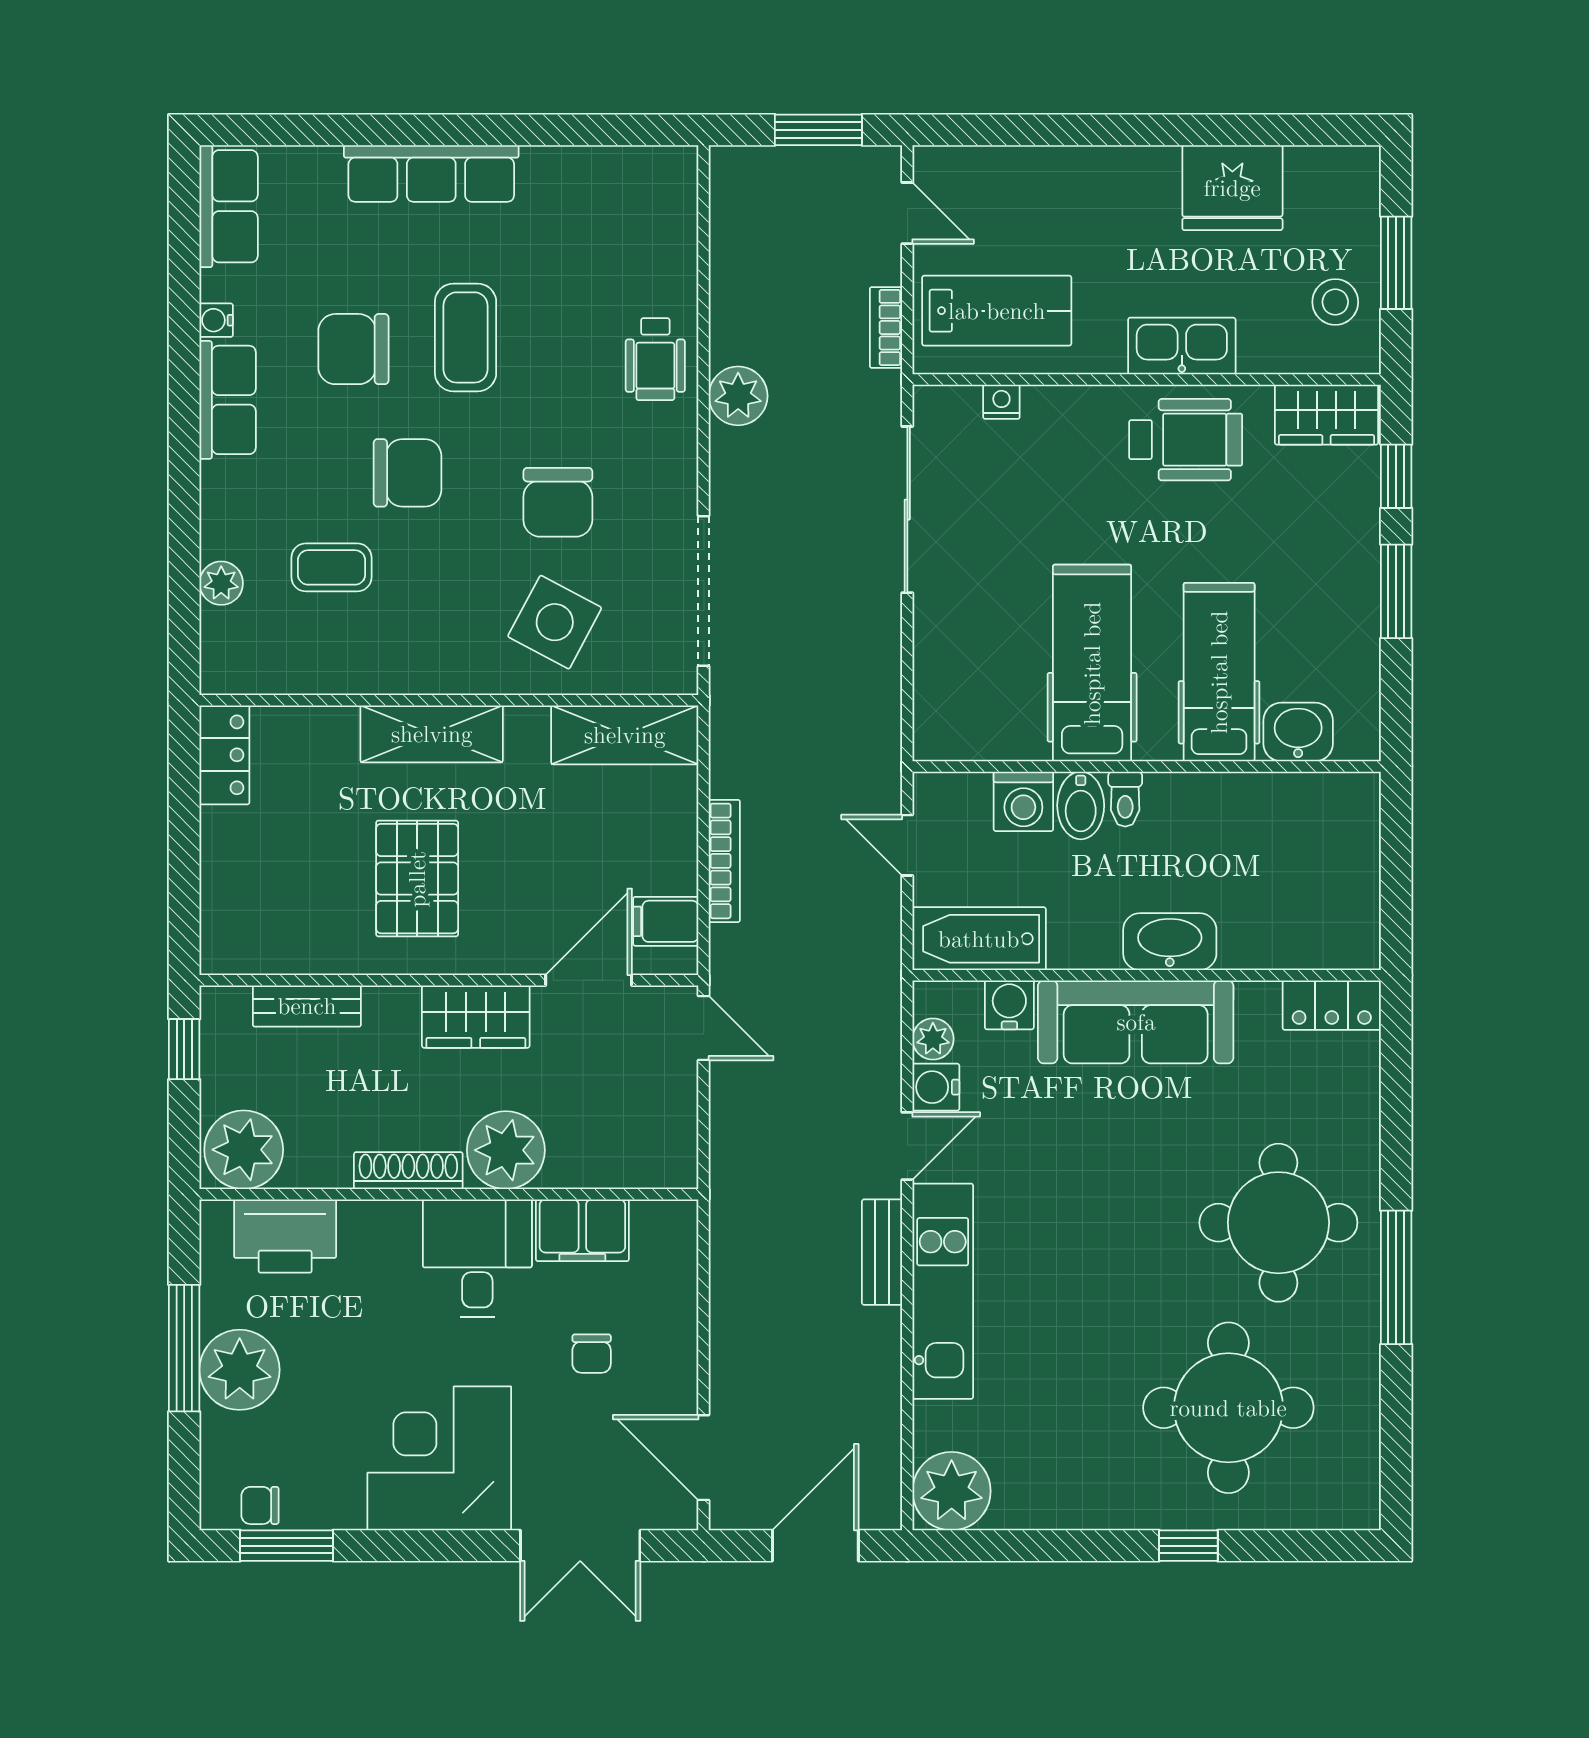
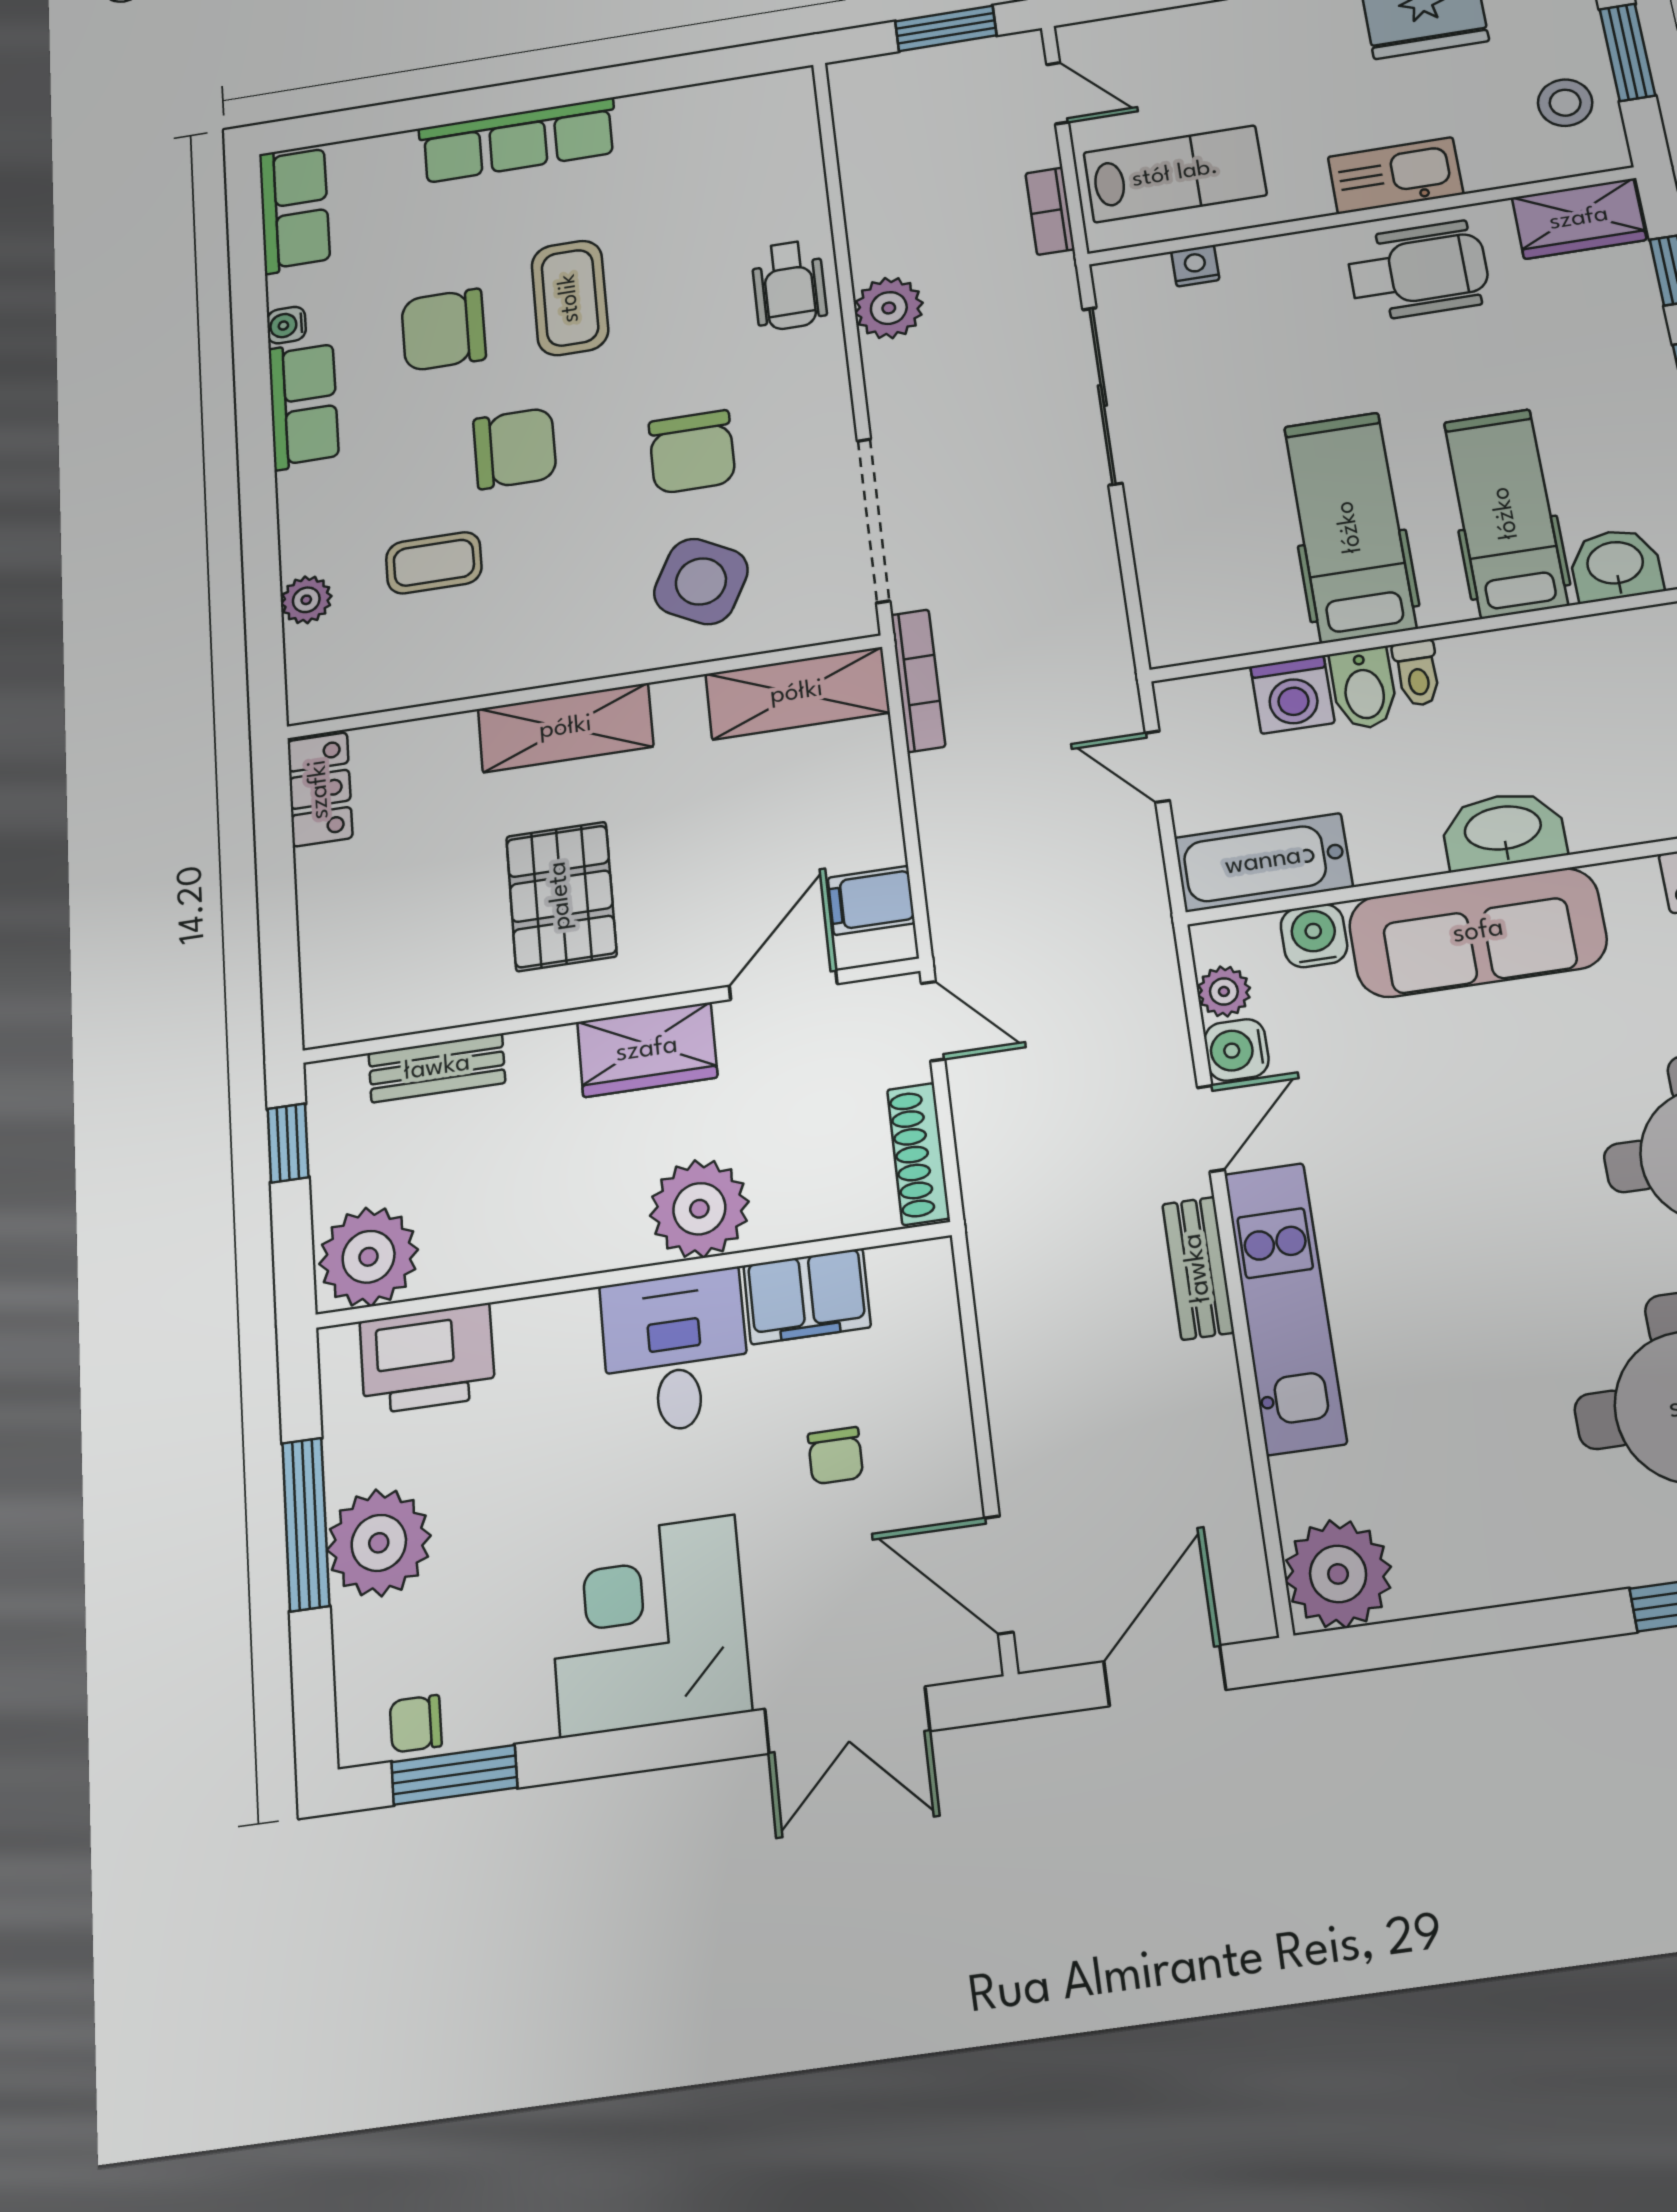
bookcase: (724, 861) -> (918, 680), moved
shoe rack: (408, 1171) -> (918, 1154), moved, turned -90

